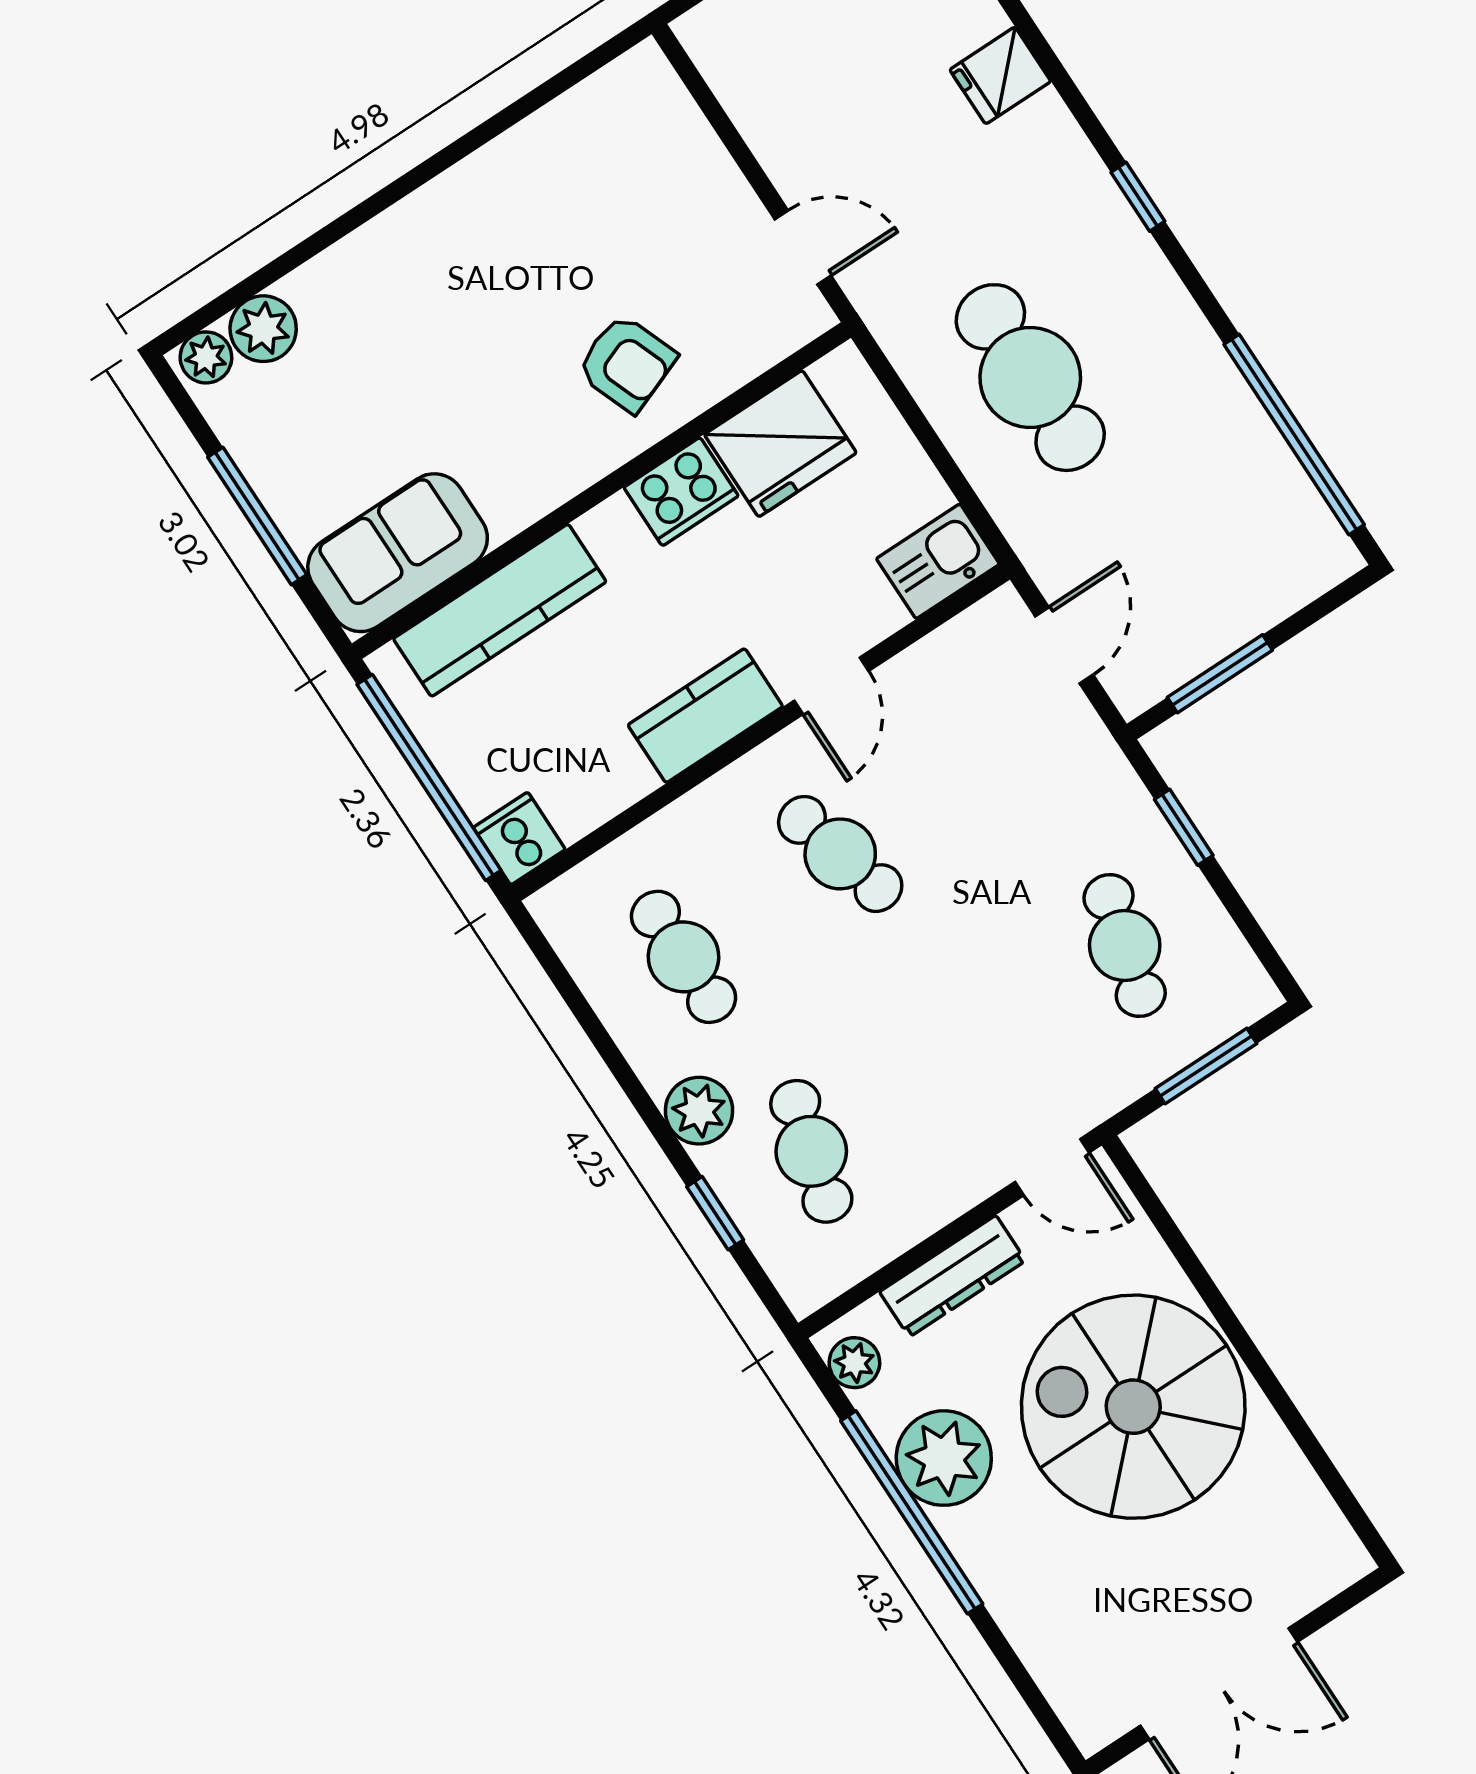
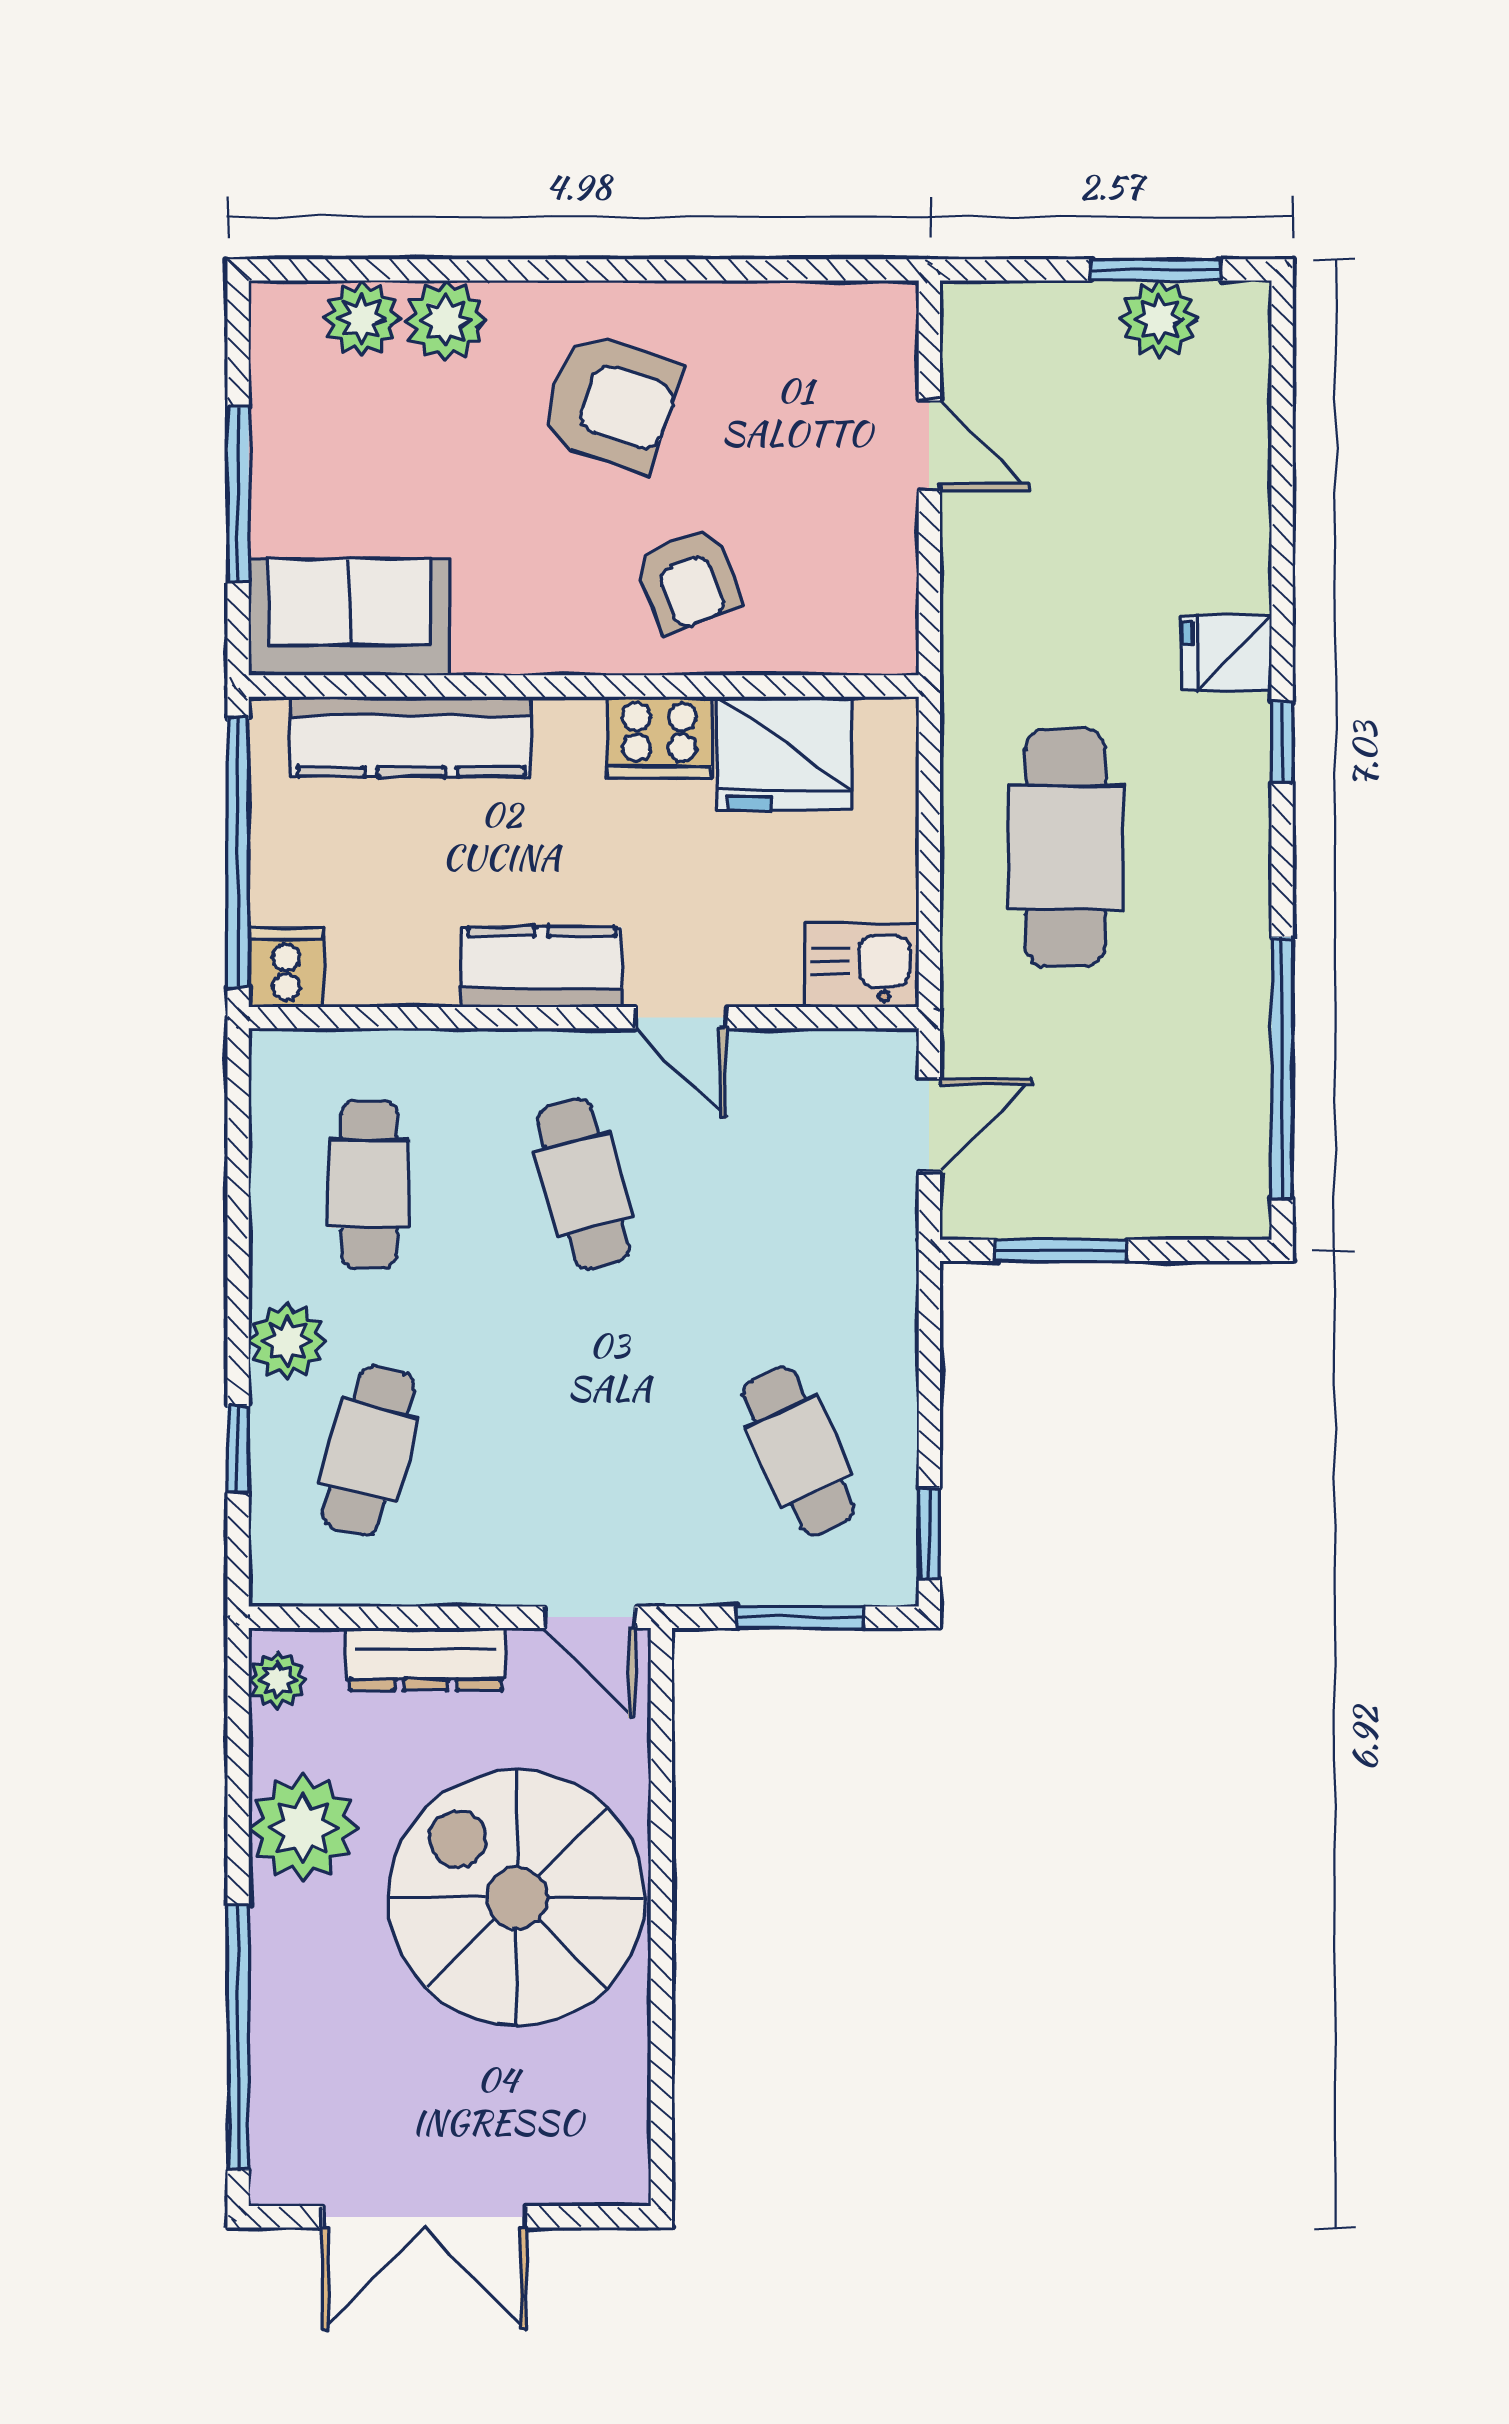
fridge: (1000, 75) -> (1227, 653), moved
door: (803, 247) -> (929, 445), moved
armchair: (485, 270) -> (611, 402), added
plant: (206, 357) -> (445, 321), moved, width x1.38, depth x1.38
door: (831, 686) -> (681, 1018), hinge flipped
window: (1184, 827) -> (929, 1533), moved
cafe table: (1125, 946) -> (798, 1451), turned -39
window: (912, 1512) -> (238, 2037), moved

